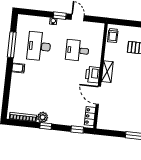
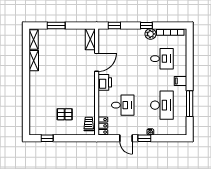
shelving: (107, 72) -> (90, 39), moved
desk: (34, 92) -> (162, 59), added
door: (98, 95) -> (97, 62), hinge flipped
locker: (90, 116) -> (103, 126), moved

